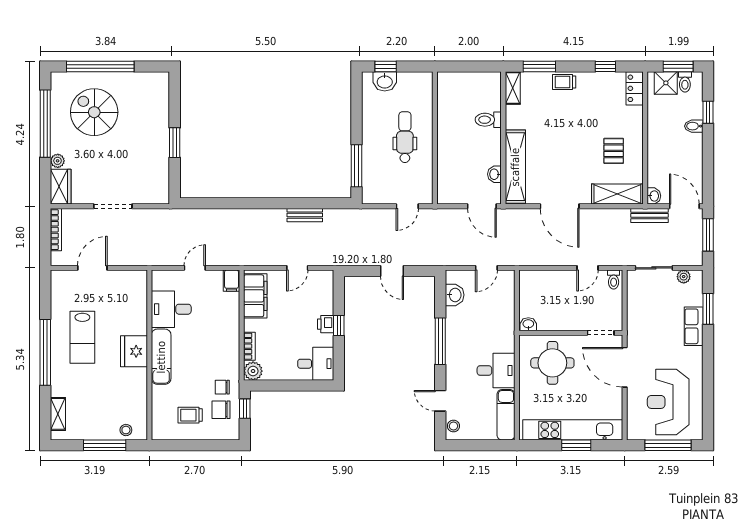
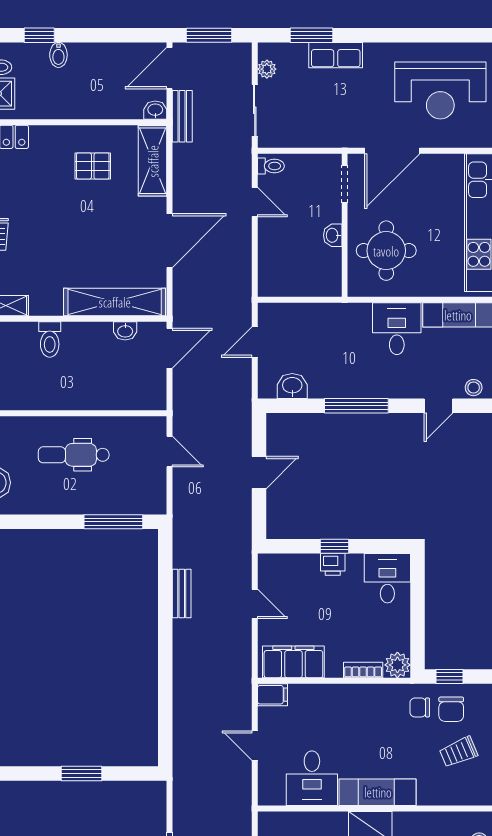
door: (486, 268) -> (255, 342), swing flipped
washbasin: (528, 324) -> (333, 235), moved
chair: (222, 387) -> (420, 707), turned 90
trolley: (190, 415) -> (458, 752), turned 67

